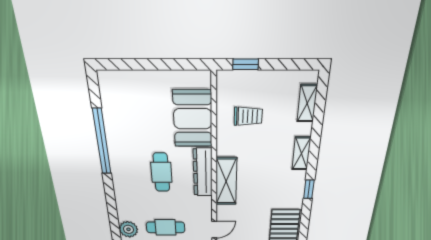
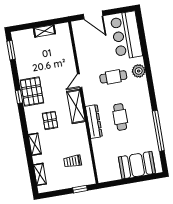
booth: (193, 119) -> (137, 165), moved, turned 90
shelving: (226, 181) -> (76, 106), moved
pallet: (269, 184) -> (50, 120), added
window: (309, 189) -> (19, 97), moved

